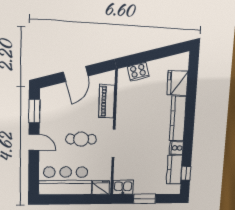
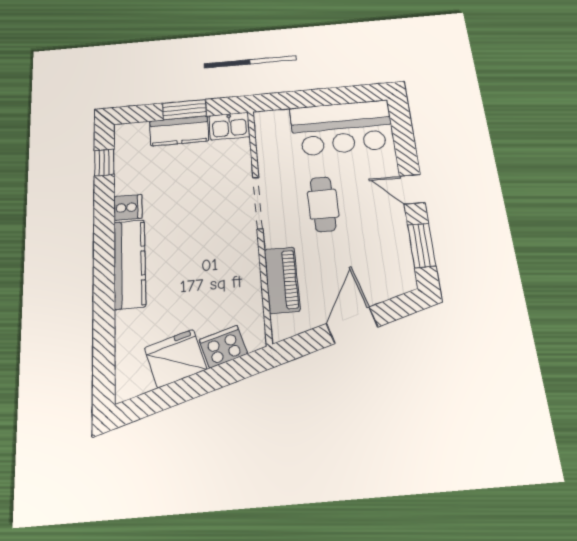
fridge: (178, 83) -> (176, 358), moved, turned -106
cafe table: (81, 139) -> (323, 204), turned 90
kitchen counter: (174, 170) -> (179, 131), moved, turned 90
fridge: (101, 188) -> (273, 122), removed

